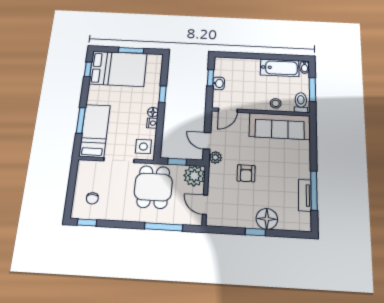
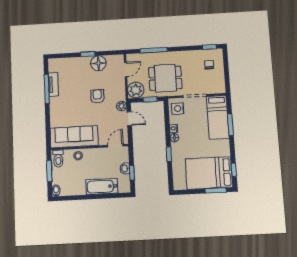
window: (131, 50) -> (216, 190), moved
bathtub: (280, 68) -> (102, 186), moved
dining table: (153, 187) -> (165, 78), turned 90
door: (205, 205) -> (126, 69), hinge flipped
floor lamp: (267, 219) -> (98, 63), moved

